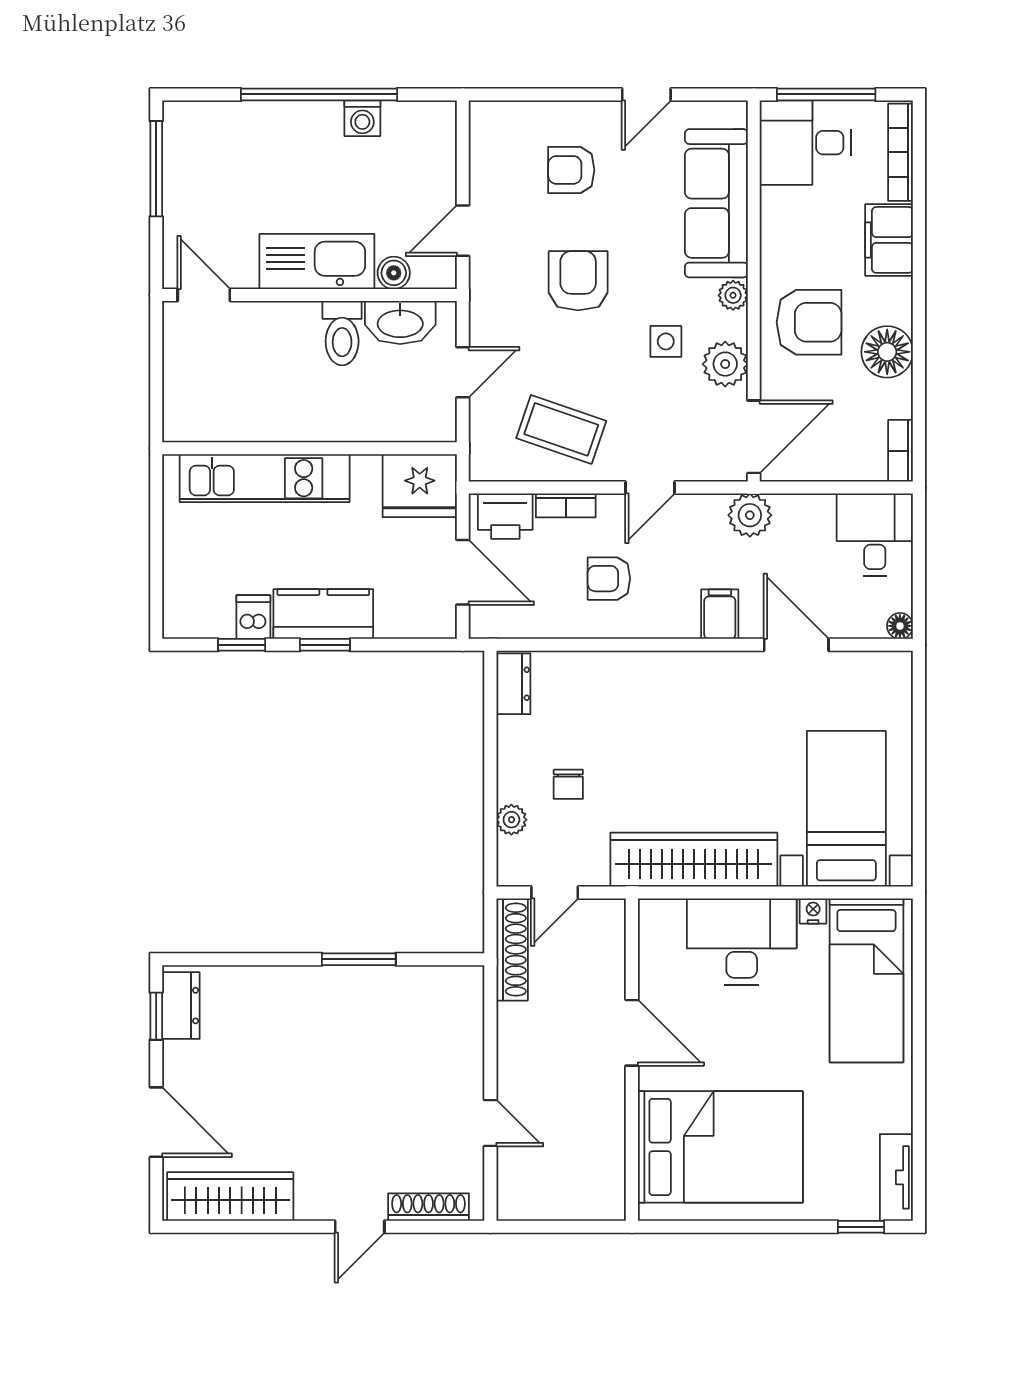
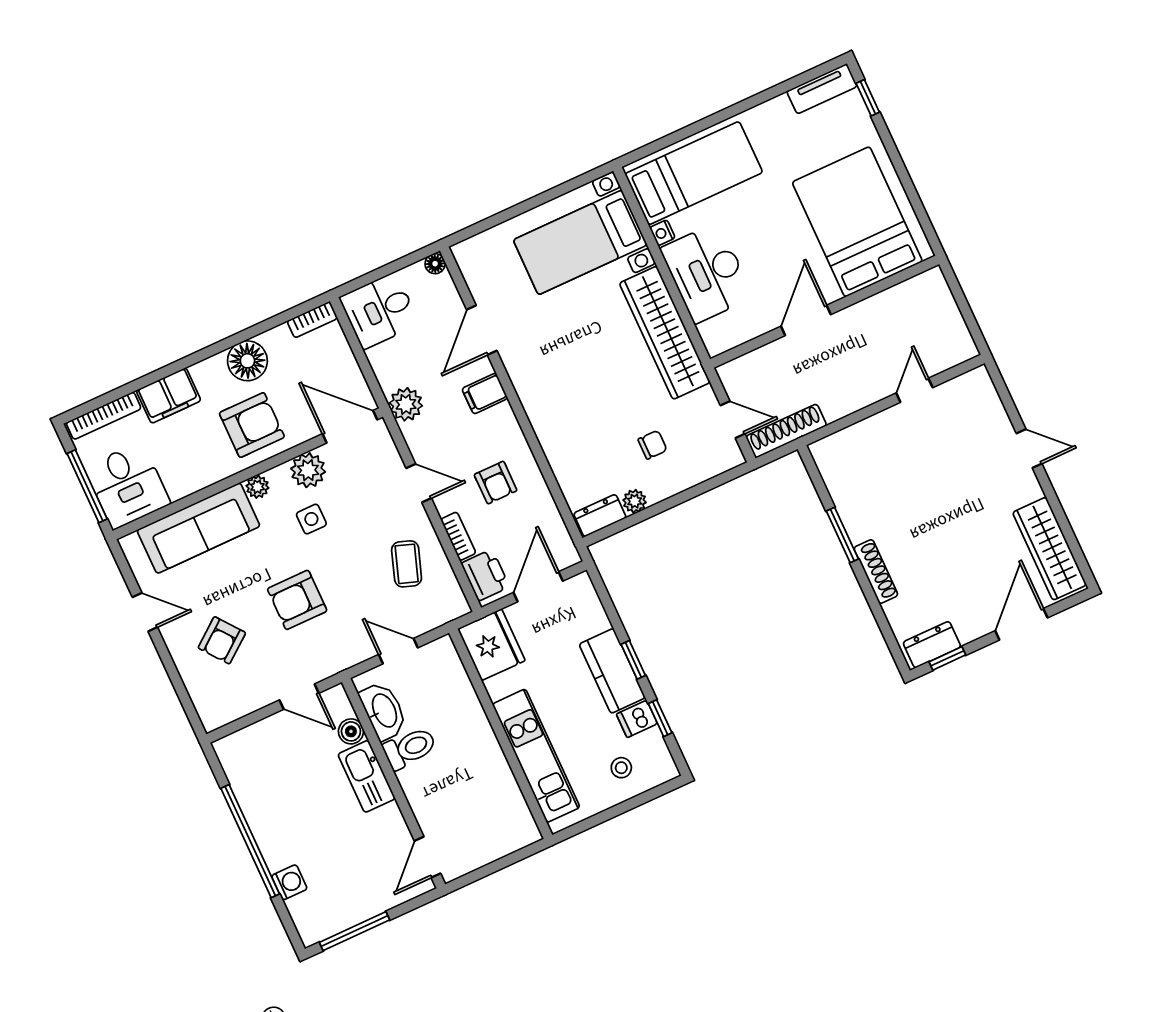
washing machine: (362, 118) -> (289, 882), moved
armchair: (571, 170) -> (222, 640), turned 52
kitchen sink: (317, 261) -> (367, 776), width x0.73, depth x0.81
armchair: (809, 322) -> (252, 425), turned 90
coffee table: (561, 429) -> (407, 564), width x0.73, depth x0.77
stool: (204, 572) -> (621, 768), added
plant: (511, 820) -> (635, 501), moved
shoe rack: (429, 1207) -> (876, 572), moved, turned 180

